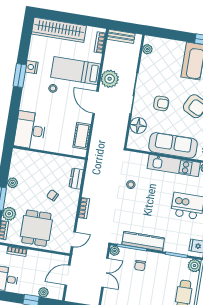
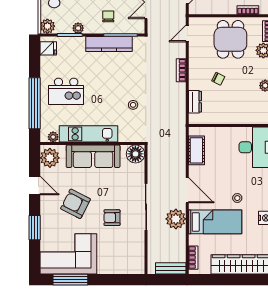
plant: (147, 49) -> (139, 259), removed
armchair: (161, 103) -> (112, 218), moved
floor lamp: (138, 125) -> (135, 154), moved
plant: (115, 251) -> (78, 28), moved

